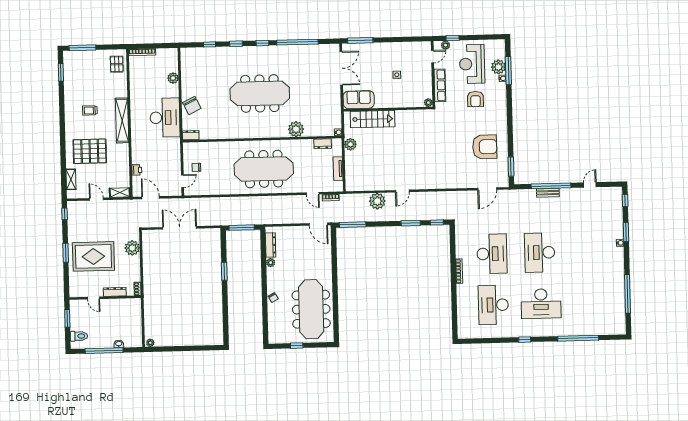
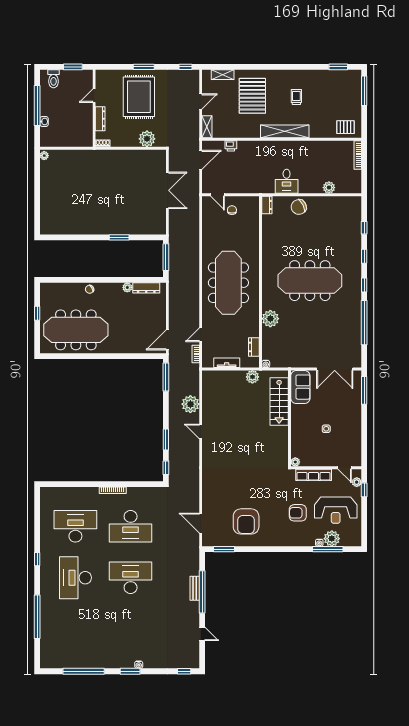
reception desk: (472, 64) -> (336, 510), turned 180
meeting table: (260, 93) -> (310, 281), turned 90
desk: (165, 118) -> (287, 181), width x0.53, depth x0.77
window: (626, 232) -> (130, 671), moved

